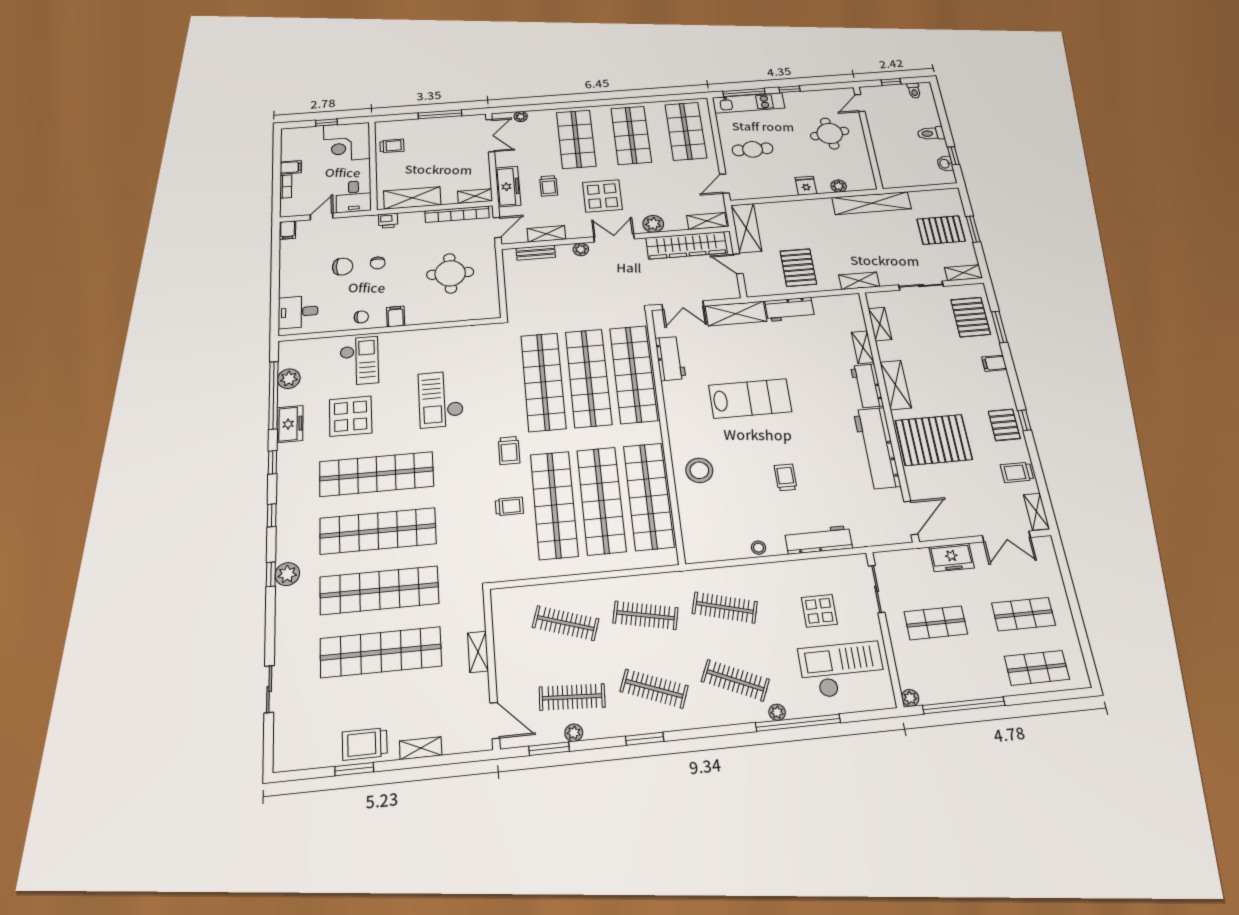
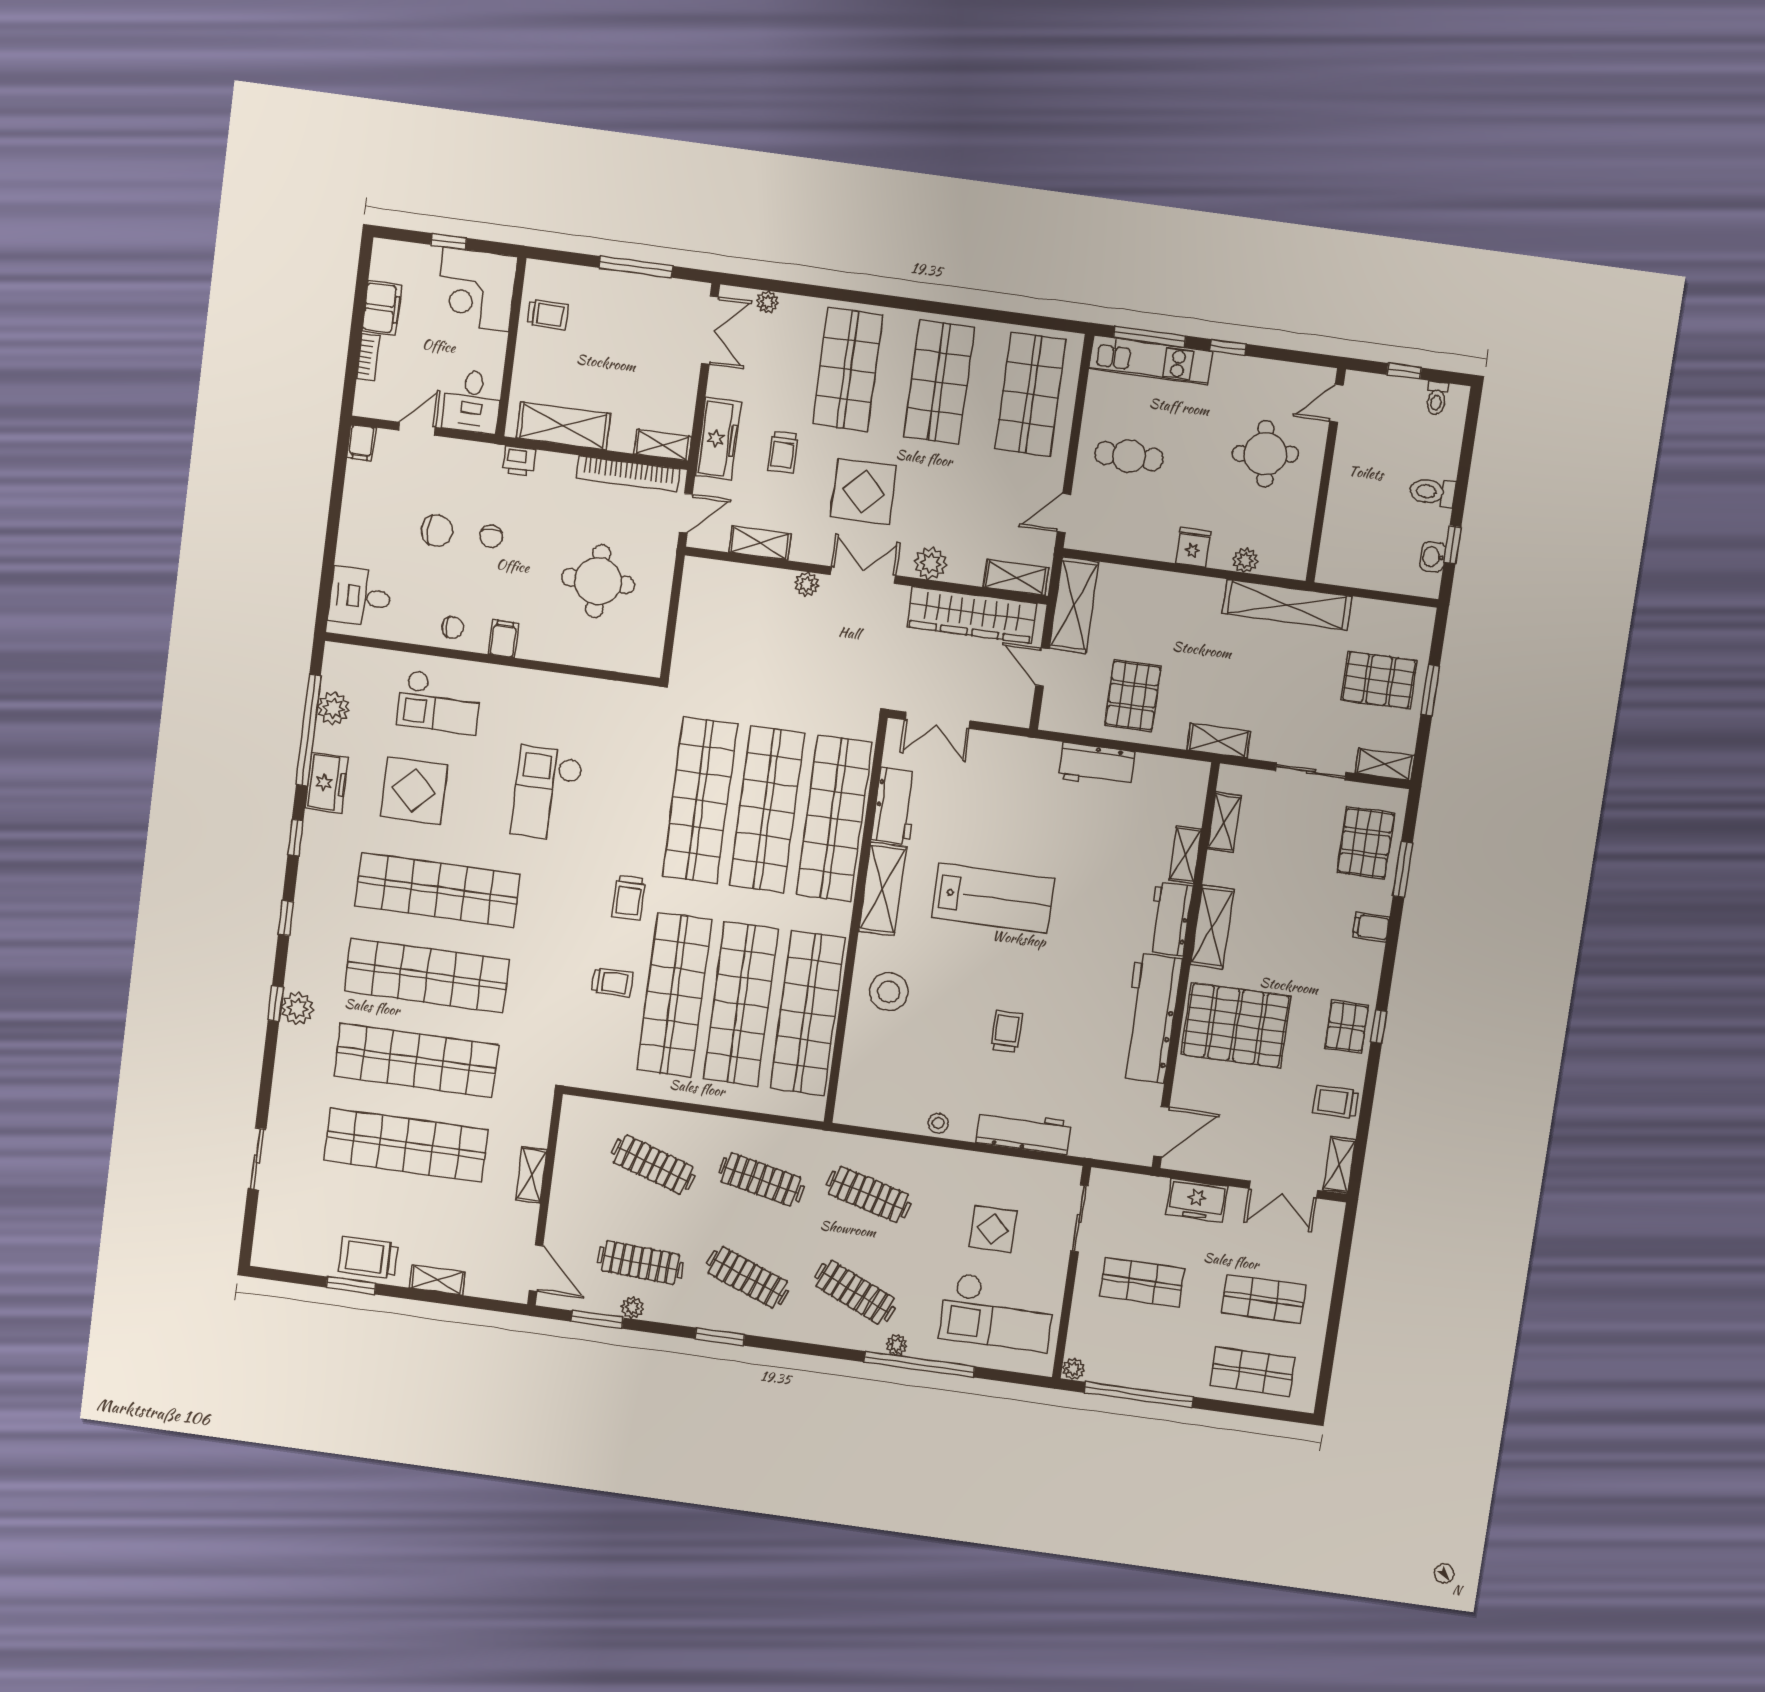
filing cabinet: (291, 167) -> (382, 308), width x2.00
bench: (536, 253) -> (736, 574), removed
shelving: (736, 314) -> (882, 889), moved, turned 90
checkout: (359, 361) -> (439, 702), turned 90
checkout: (842, 670) -> (997, 1312), turned 180

